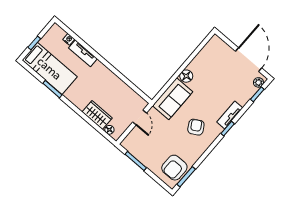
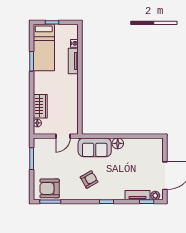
tv unit: (230, 115) -> (138, 195), moved

